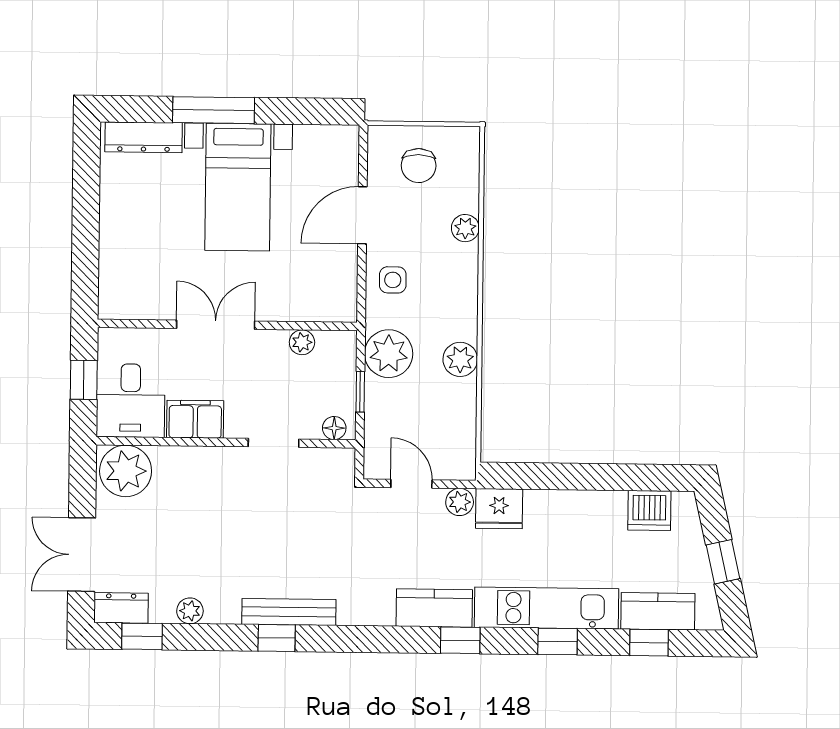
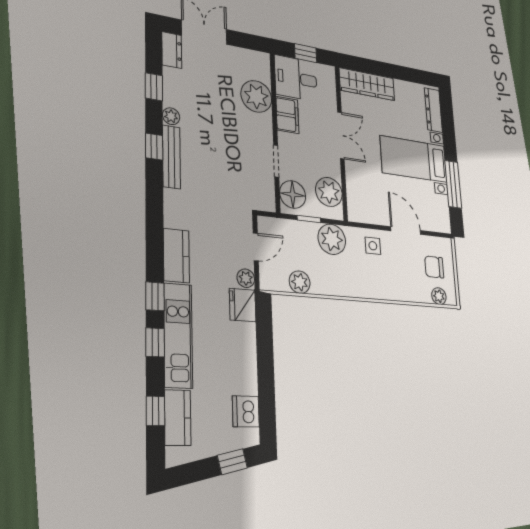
window: (214, 110) -> (453, 184), moved
plant: (465, 228) -> (439, 296), moved
wardrobe: (118, 268) -> (367, 84), added
plant: (302, 342) -> (329, 192), width x1.87, depth x1.87
plant: (460, 359) -> (300, 282), moved
floor lamp: (334, 428) -> (293, 194), width x1.89, depth x1.89
plant: (126, 471) -> (256, 96), moved
window: (723, 562) -> (232, 462), moved
plant: (190, 611) -> (171, 116), moved
window: (142, 636) -> (154, 87), moved
window: (460, 640) -> (155, 296), moved

